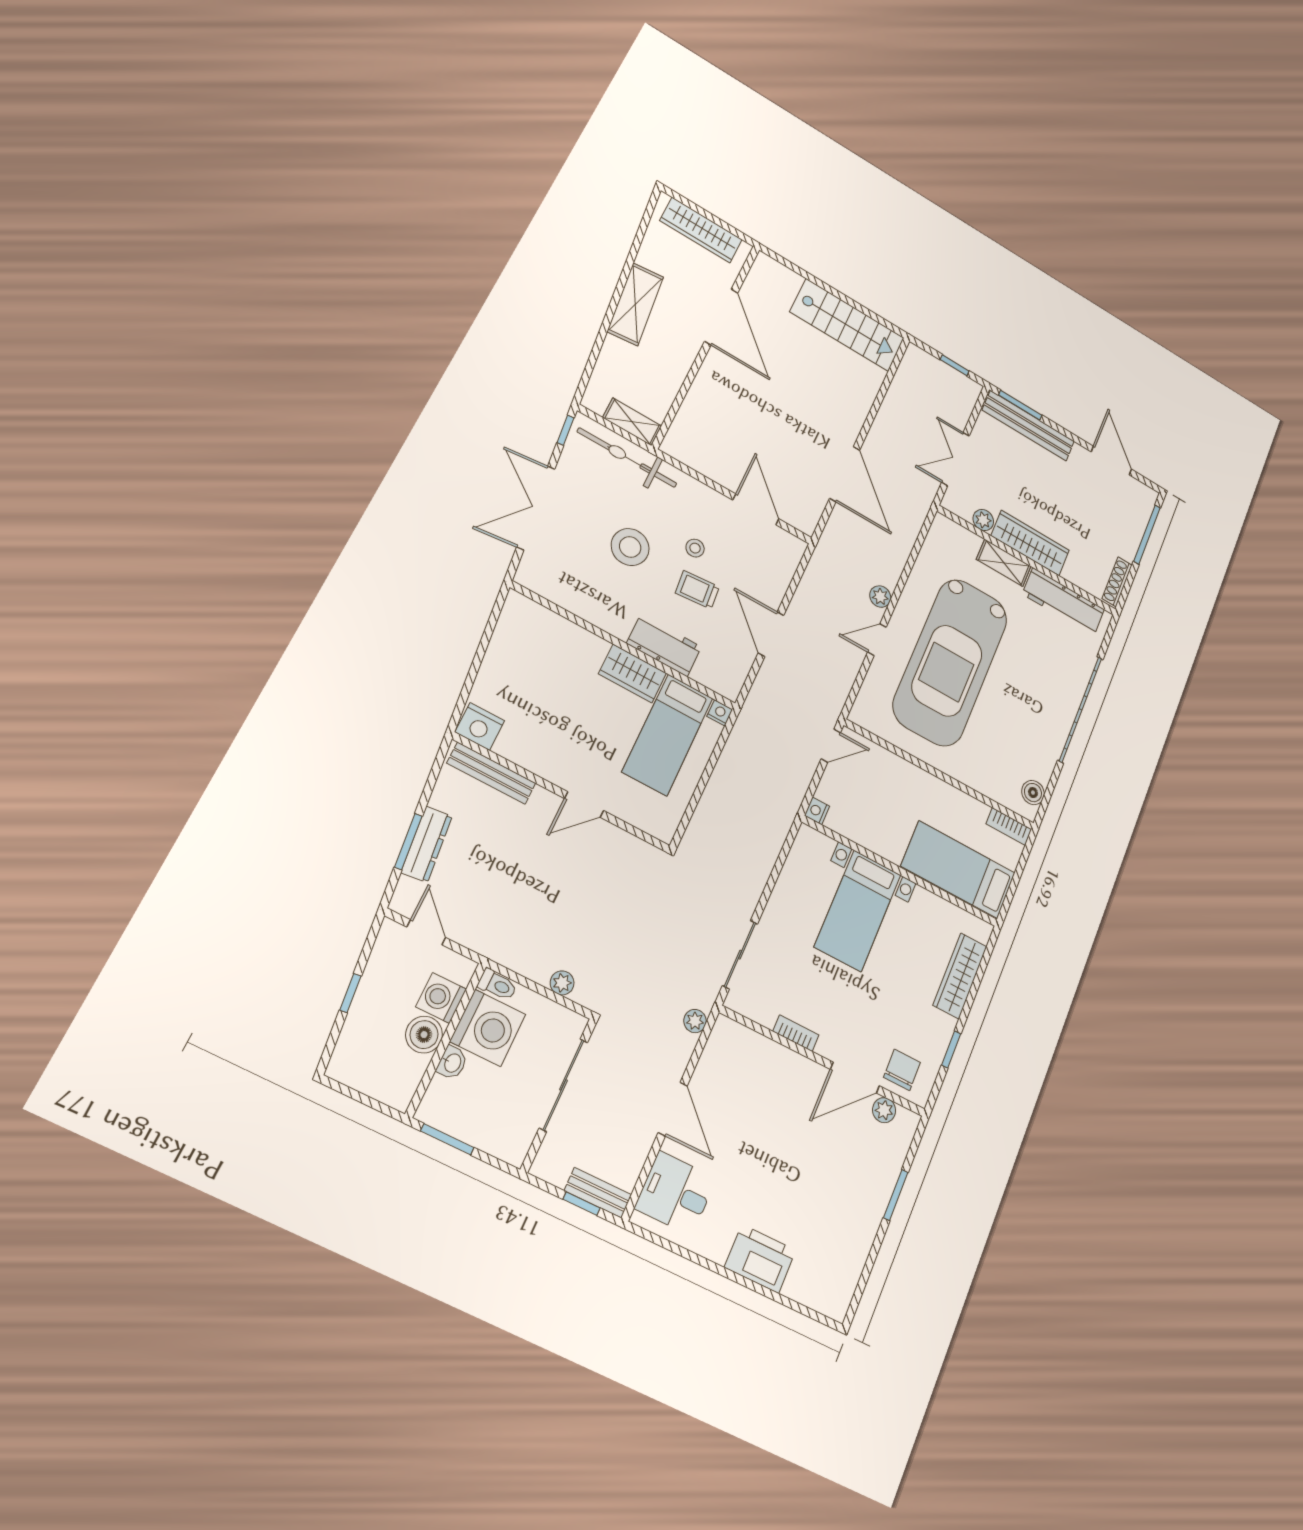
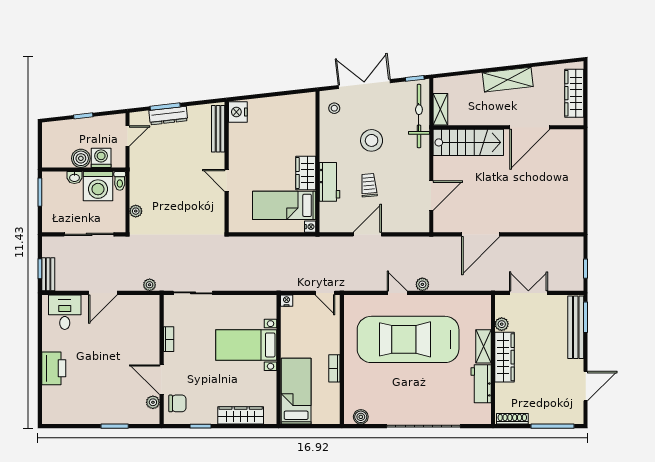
stairs: (847, 325) -> (468, 142), moved, turned -90
stool: (695, 548) -> (334, 108), moved
workbench: (1063, 602) -> (481, 384), width x0.73
bookcase: (1009, 827) -> (334, 368), moved

